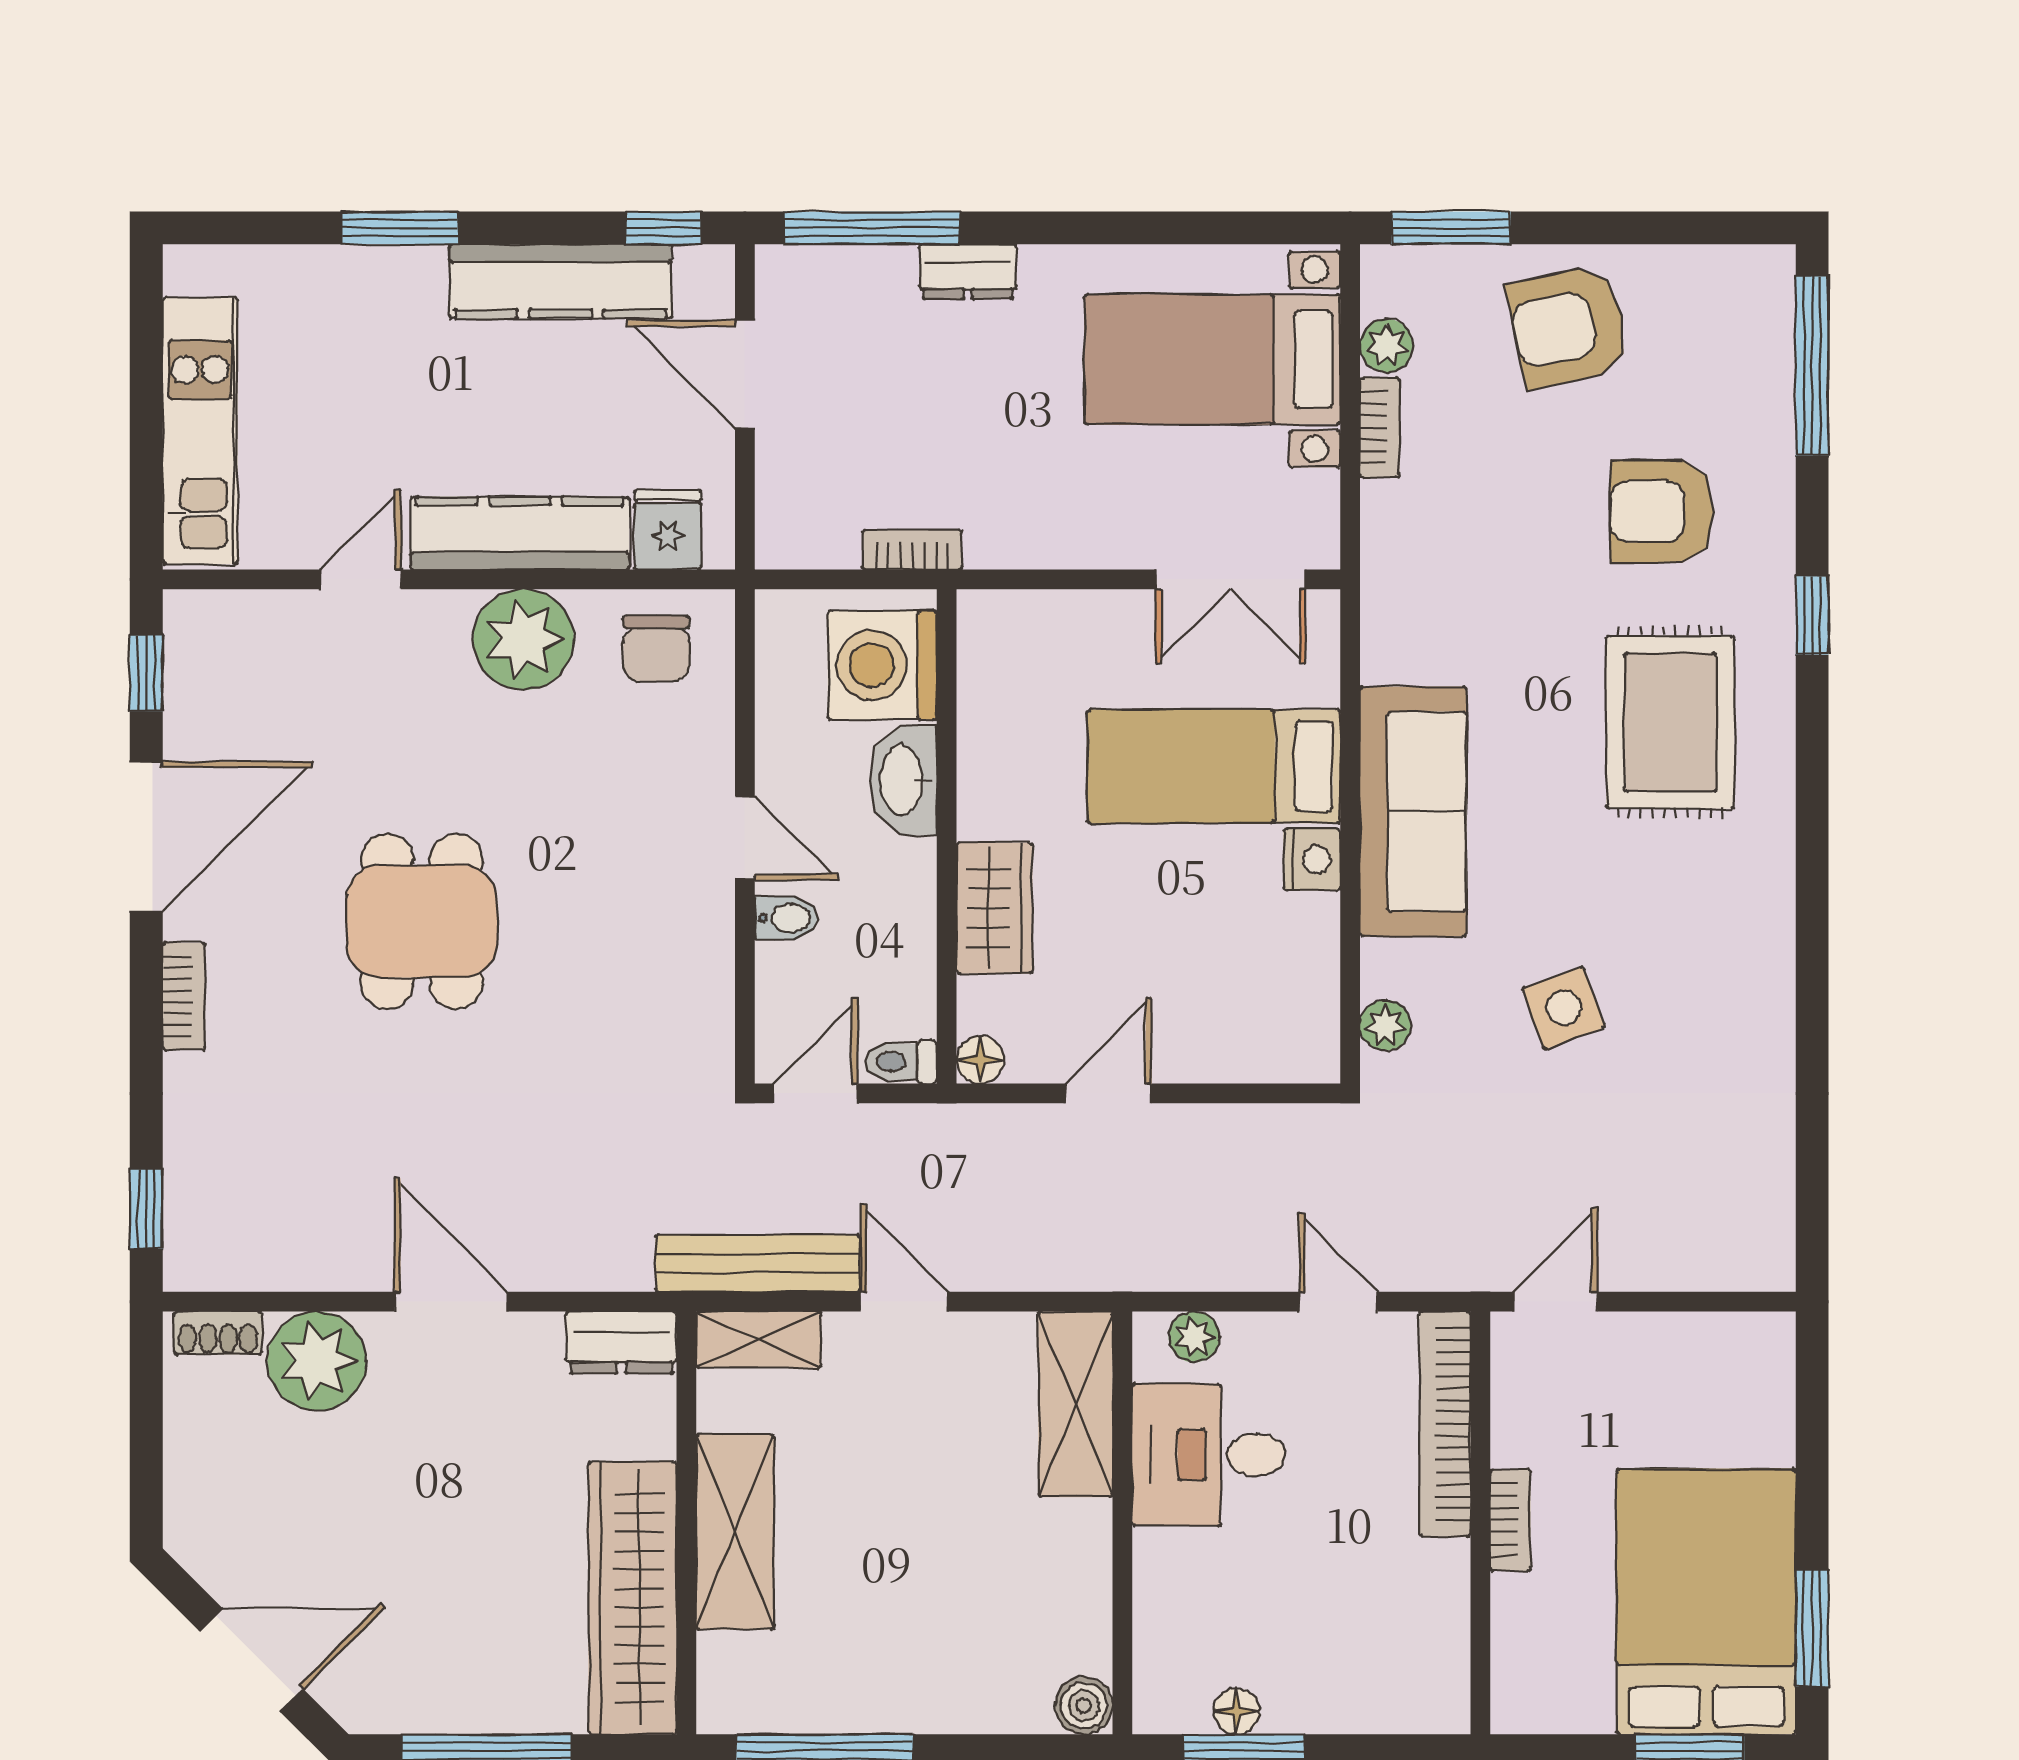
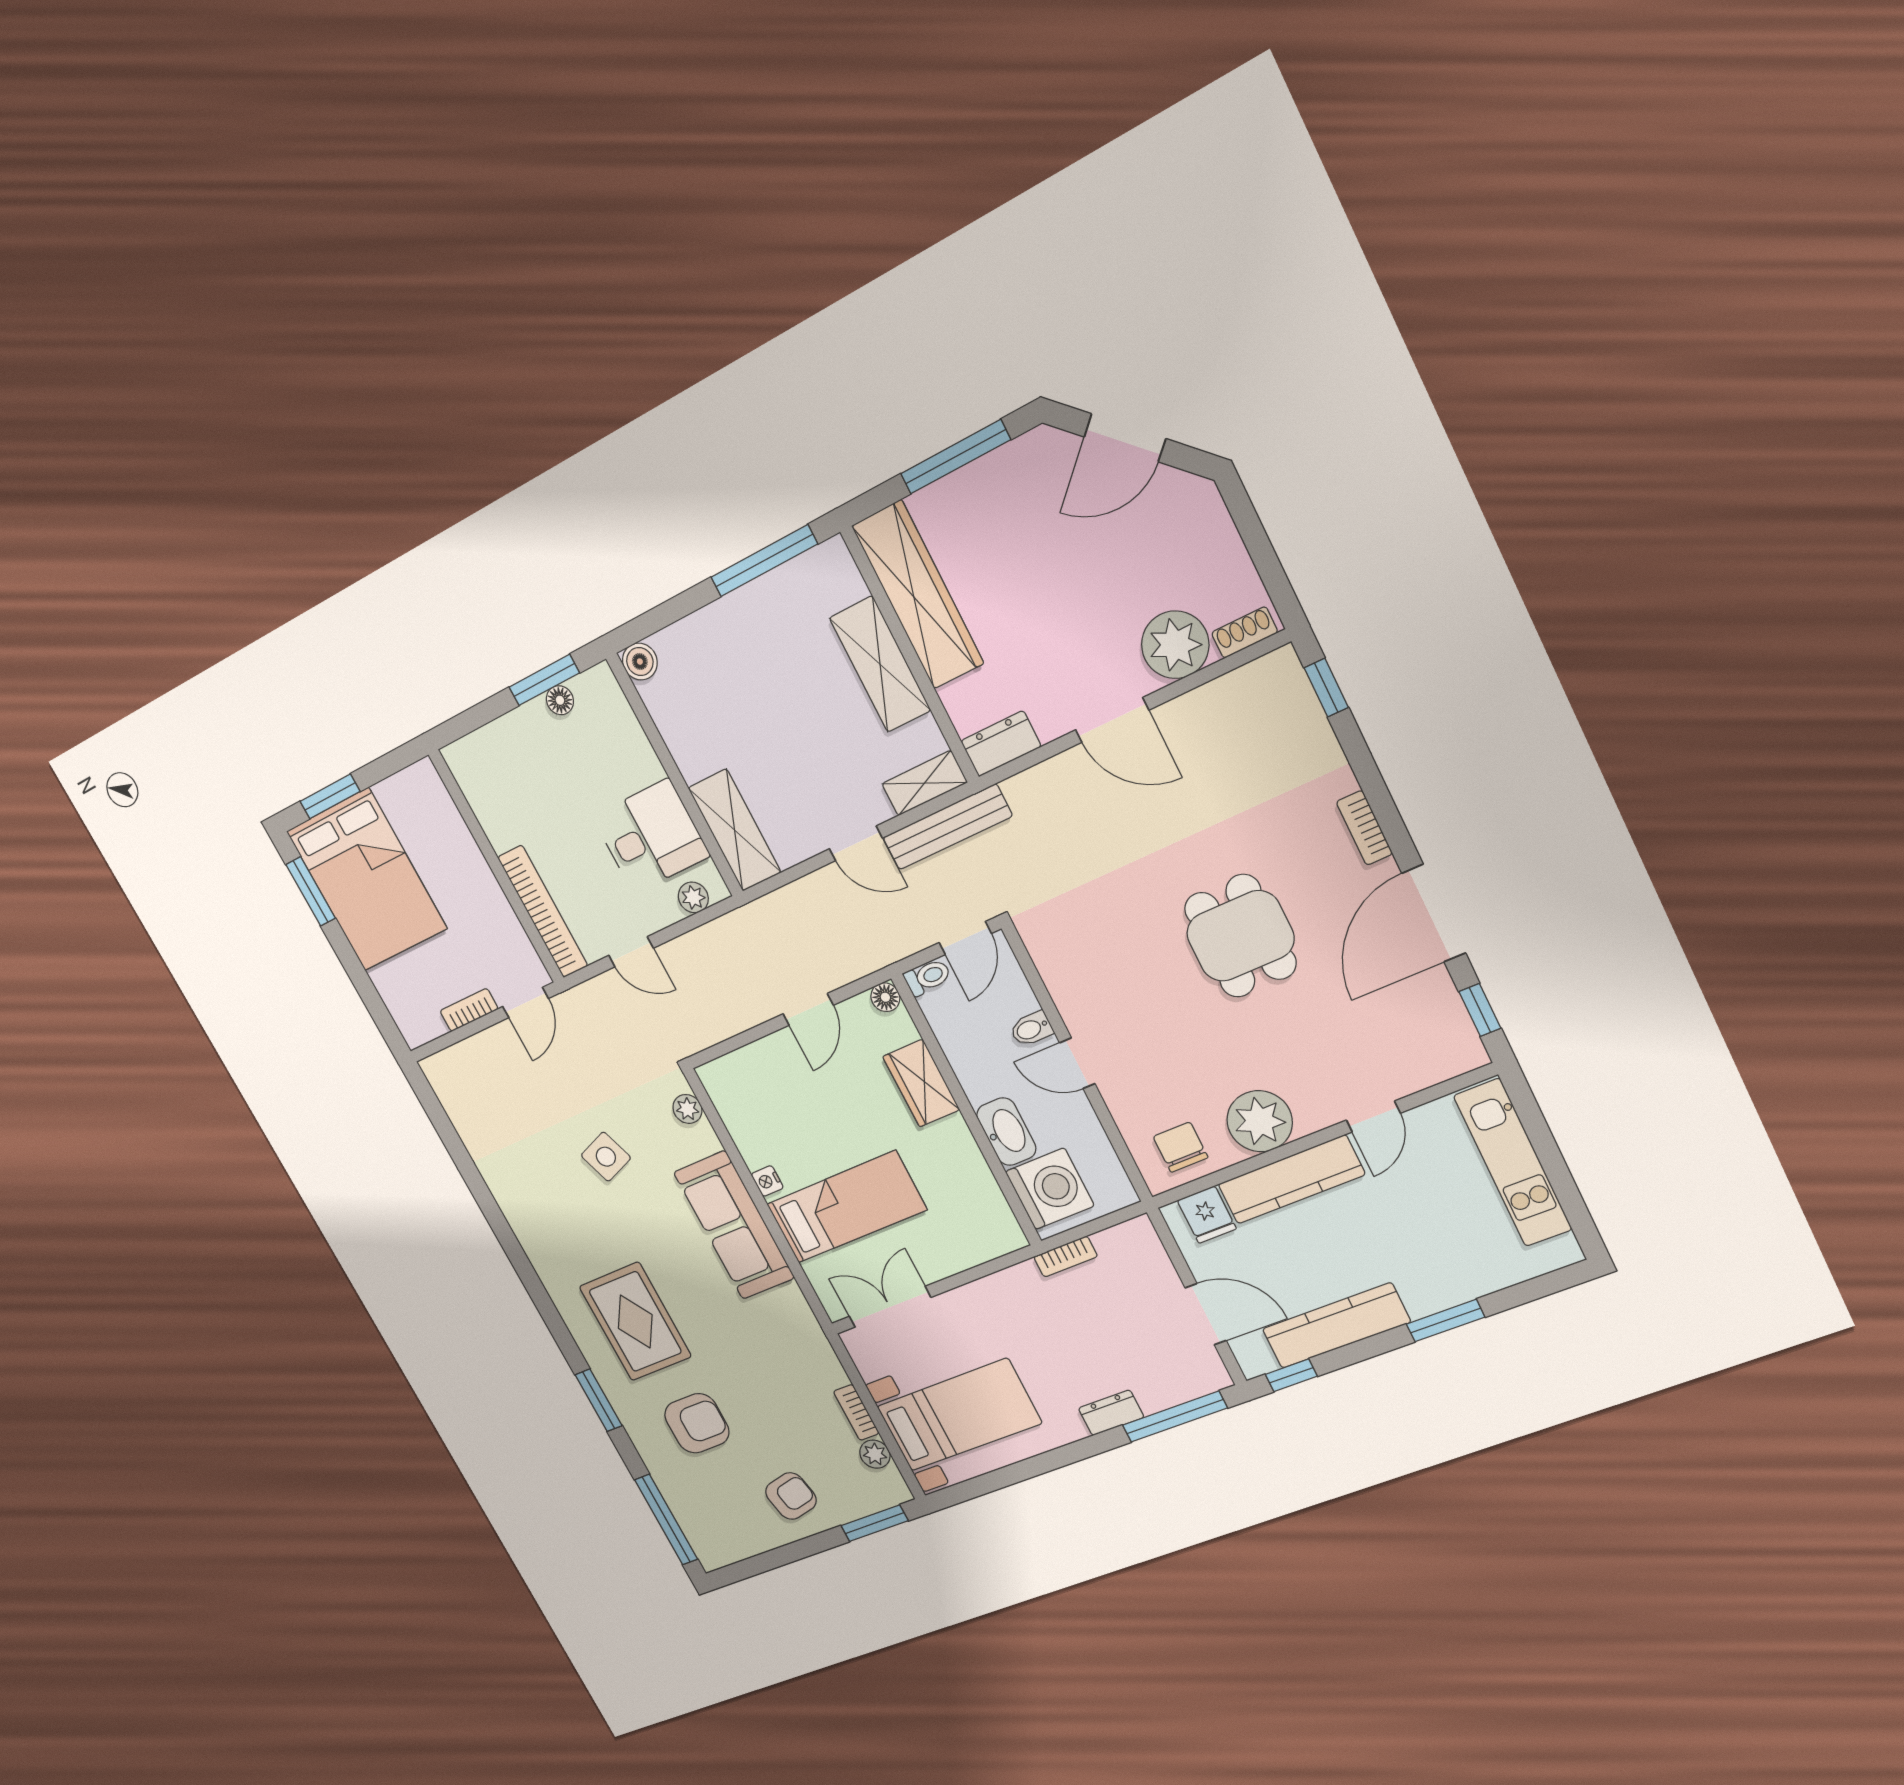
armchair: (1569, 327) -> (791, 1496), width x0.72, depth x0.72
window: (1812, 616) -> (599, 1400), width x1.50
nightstand: (1312, 859) -> (767, 1181), width x0.72, depth x0.74
bookcase: (1510, 1520) -> (469, 1010), moved, turned 90

